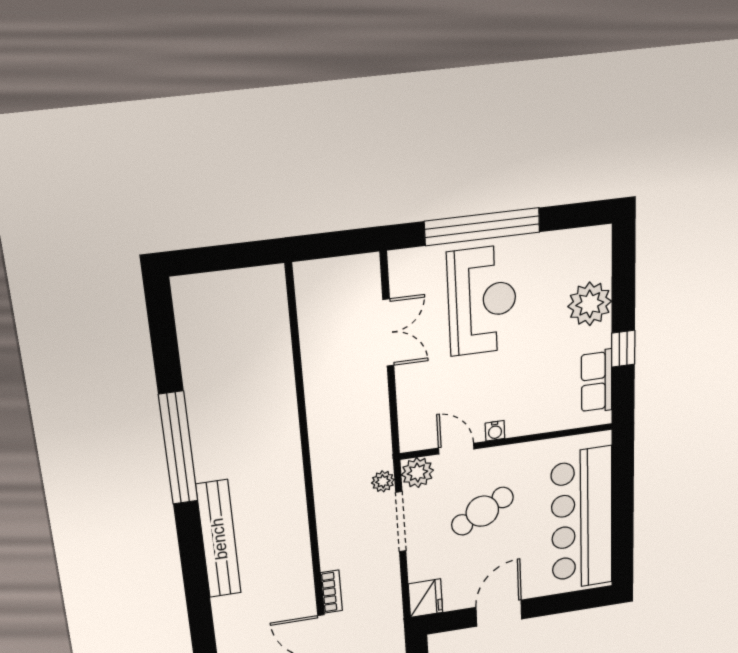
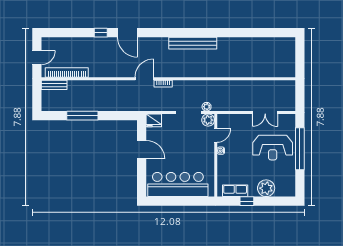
window: (178, 448) -> (231, 33), removed
cafe table: (482, 511) -> (188, 145), removed

